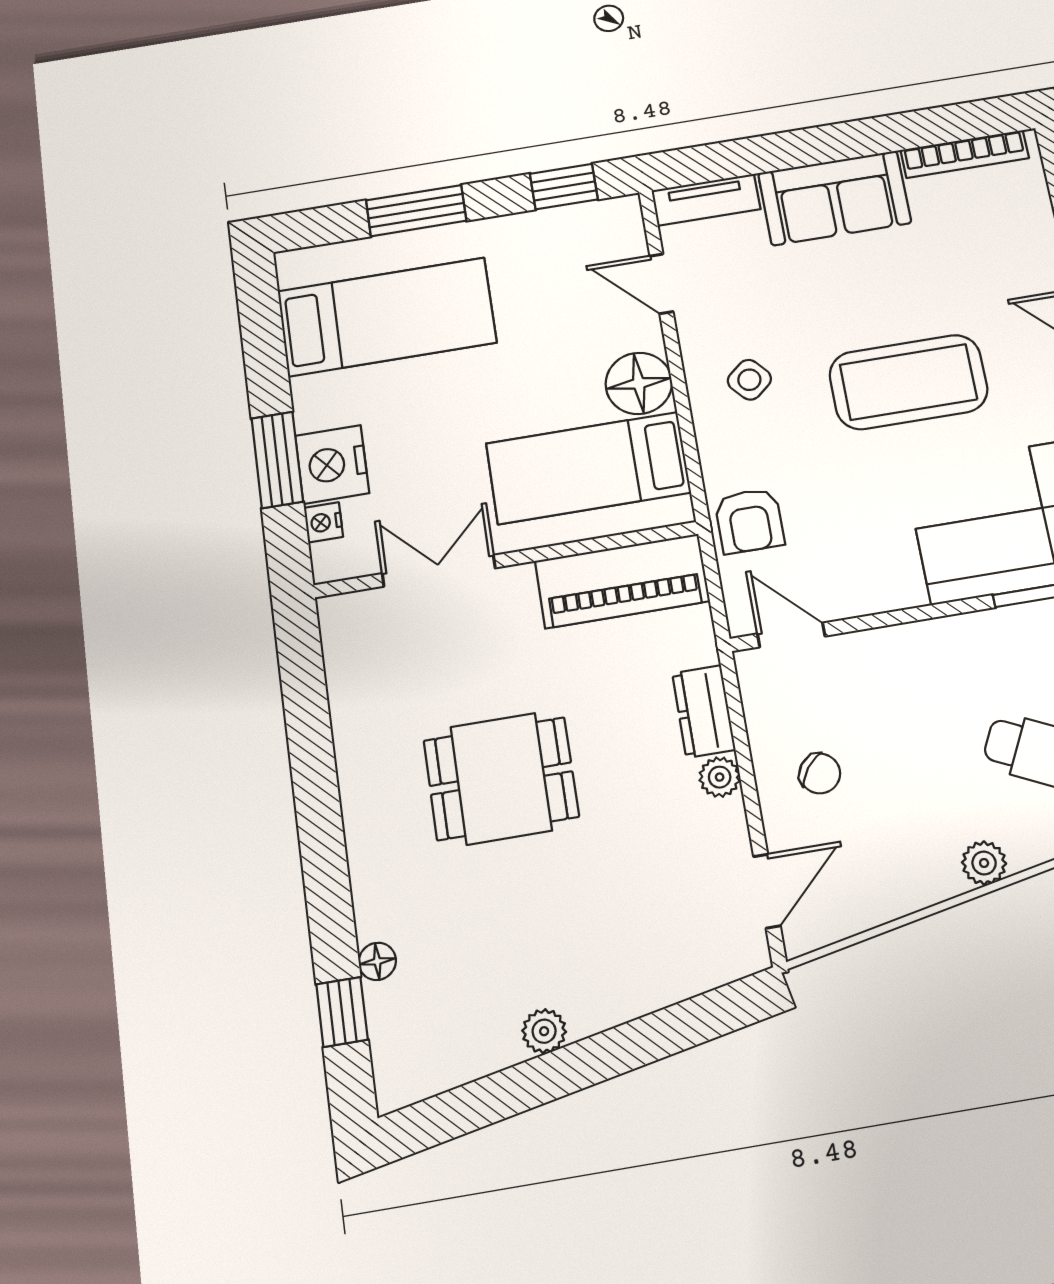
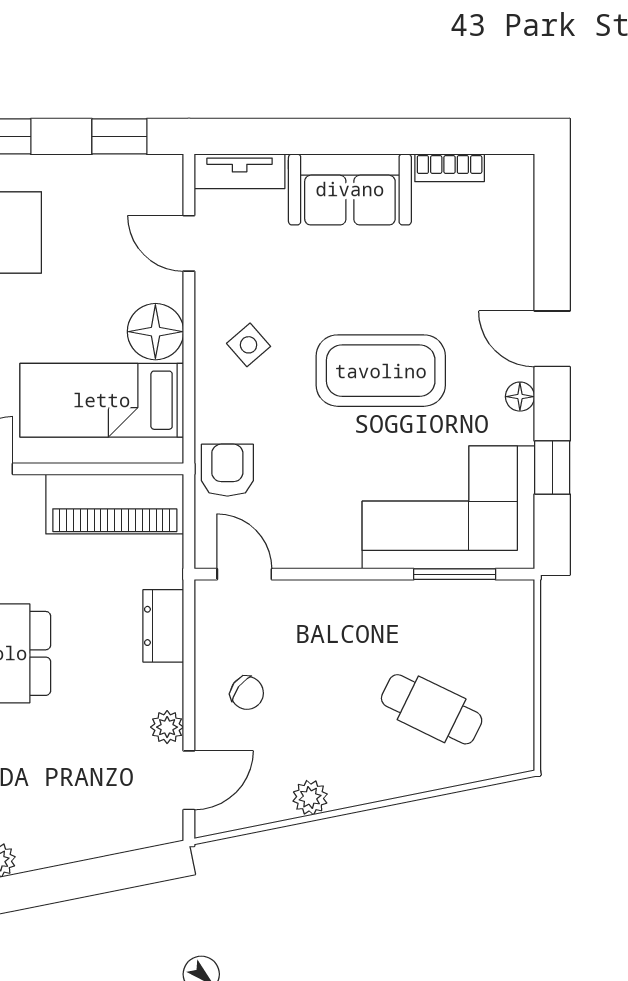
bookcase: (965, 154) -> (450, 168), width x0.64
armchair: (749, 521) -> (227, 470), turned 180
plant: (720, 777) -> (167, 727), moved
plant: (984, 863) -> (310, 798), moved

